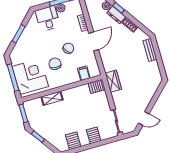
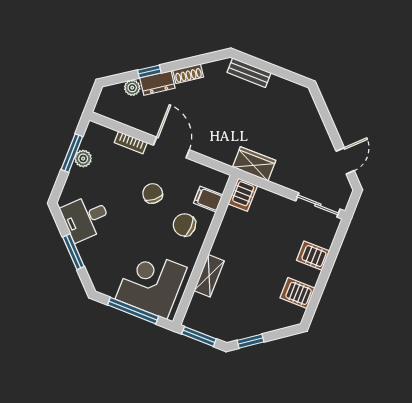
desk: (48, 18) -> (86, 218), moved, turned -45
chair: (55, 64) -> (184, 225), moved

